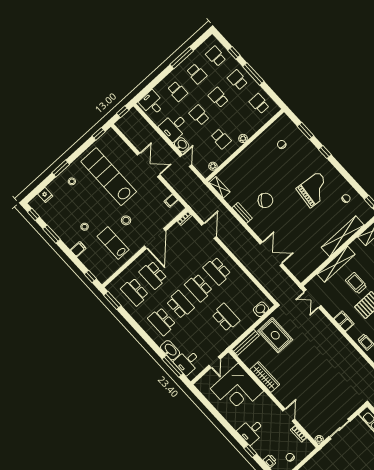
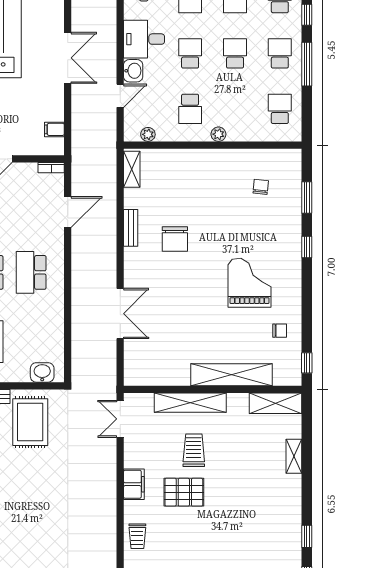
grand piano: (314, 190) -> (250, 283), turned -96
chair: (265, 200) -> (175, 239), turned 50

